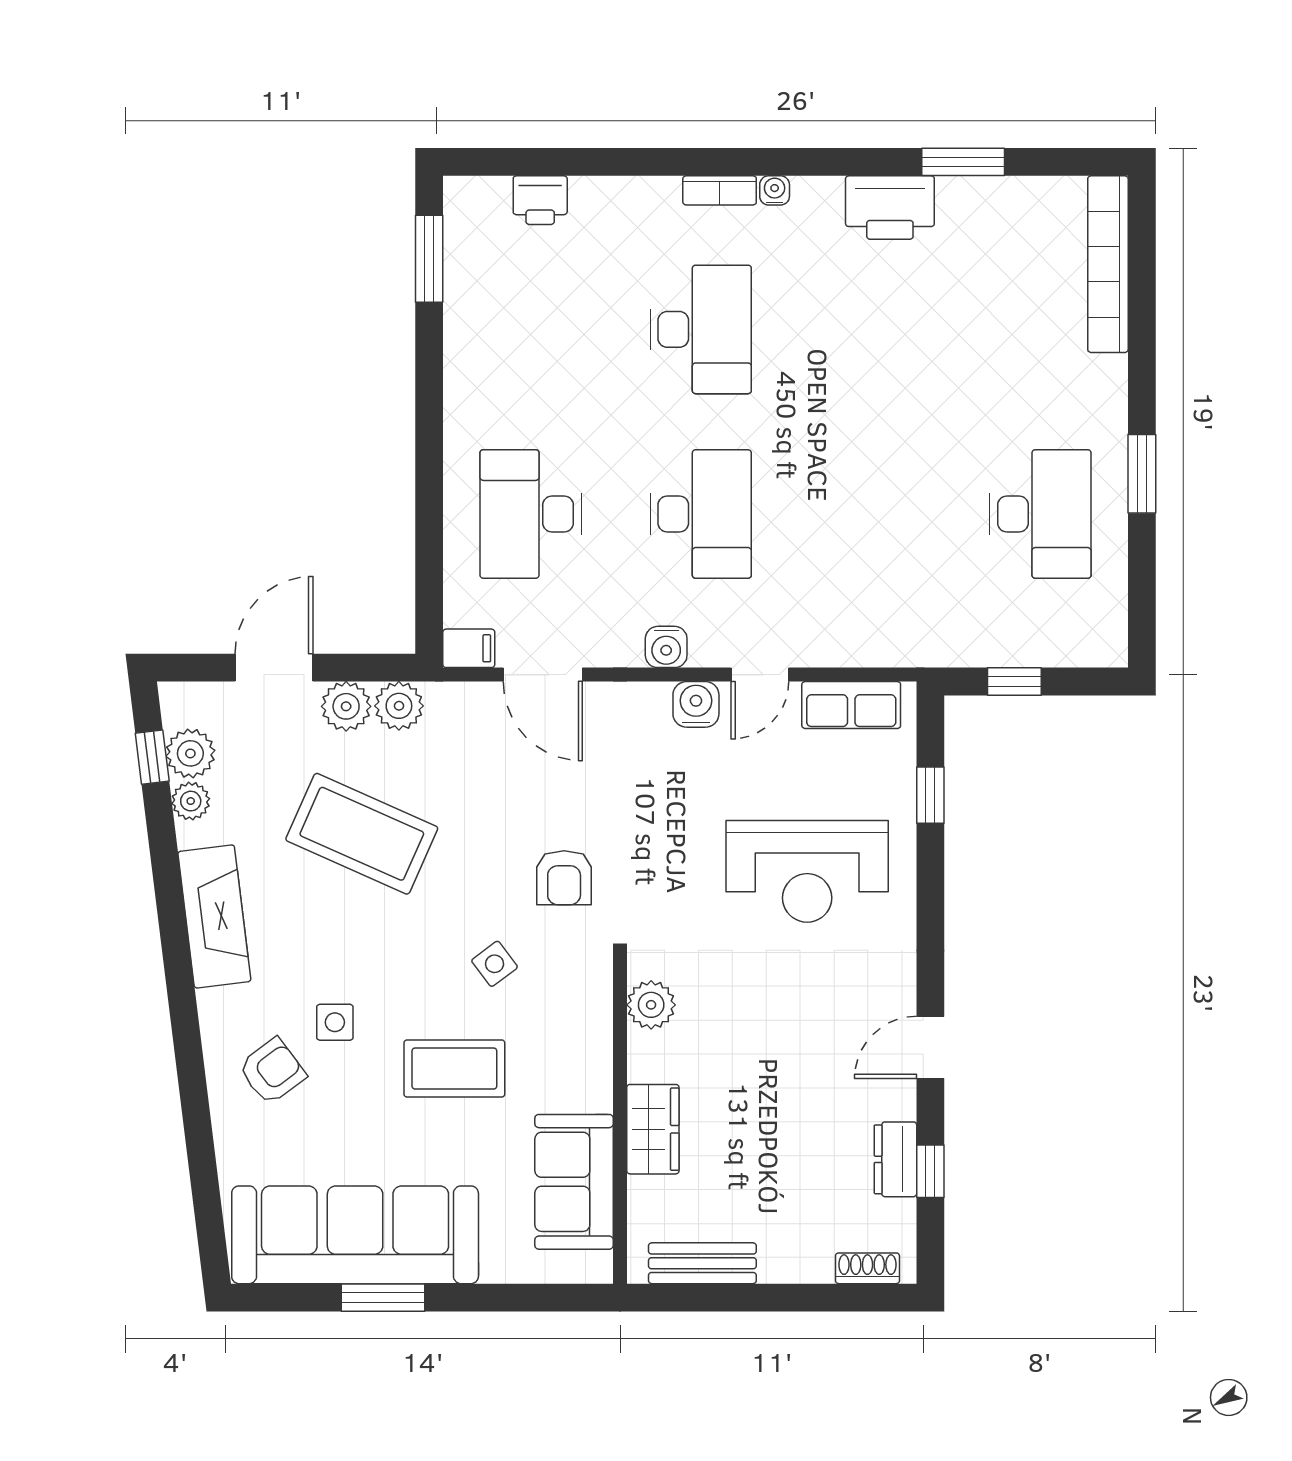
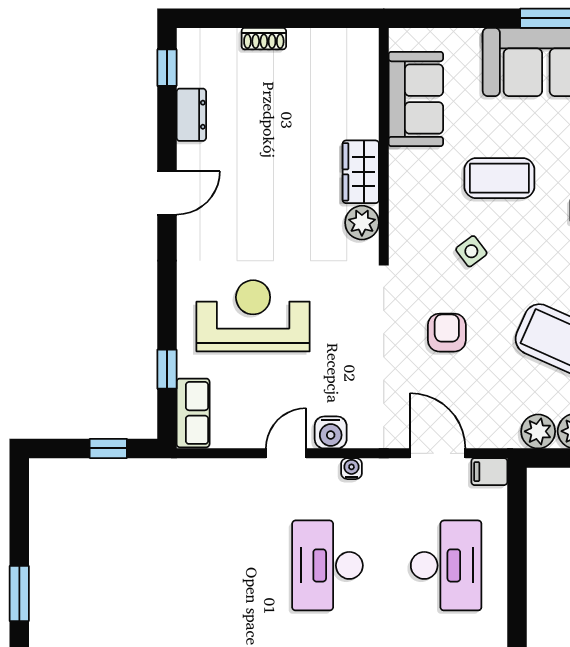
desk: (1040, 514) -> (90, 565), removed
water cooler: (666, 647) -> (351, 469), width x0.72, depth x0.72
row of seats: (851, 705) -> (193, 413), moved, turned 90
armchair: (564, 878) -> (447, 333), moved
wardrobe: (653, 1129) -> (361, 172), moved
window: (930, 1171) -> (167, 68), moved
bench: (702, 1263) -> (326, 42), removed
shoe rack: (867, 1268) -> (264, 39), moved

